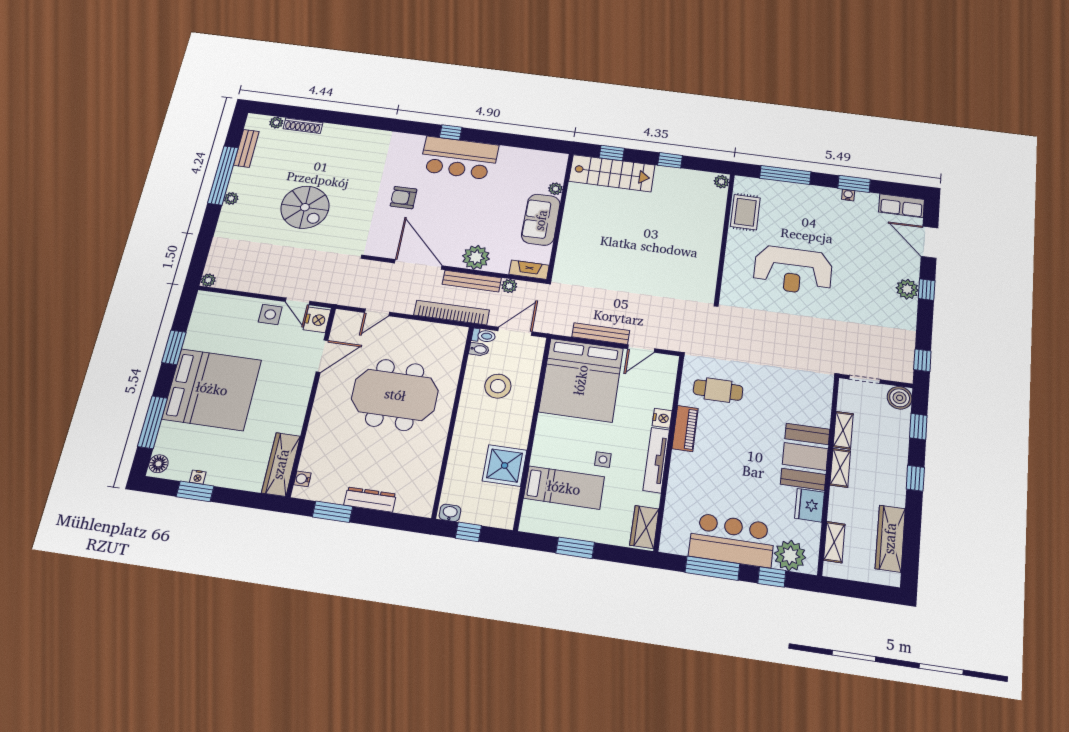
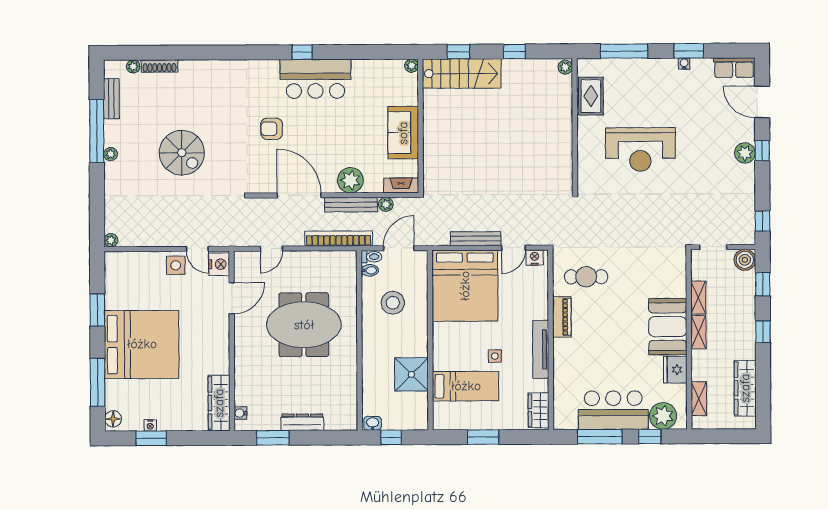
plant: (555, 189) -> (412, 66), moved
nightstand: (662, 418) -> (535, 258), moved, turned -90

